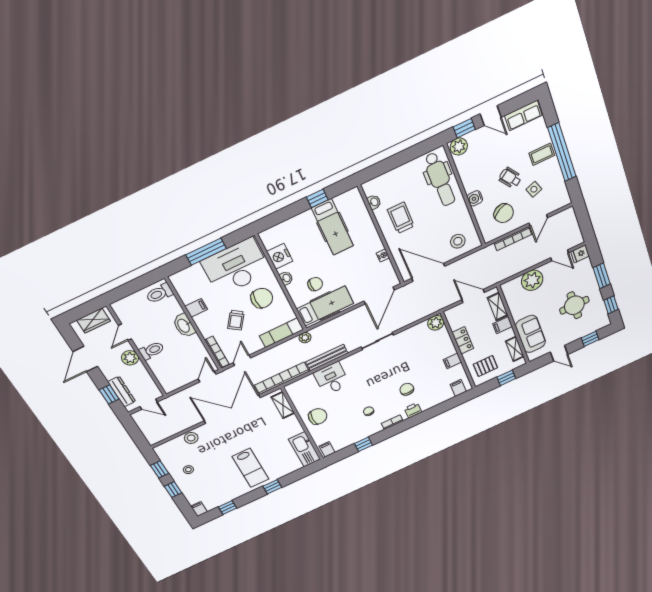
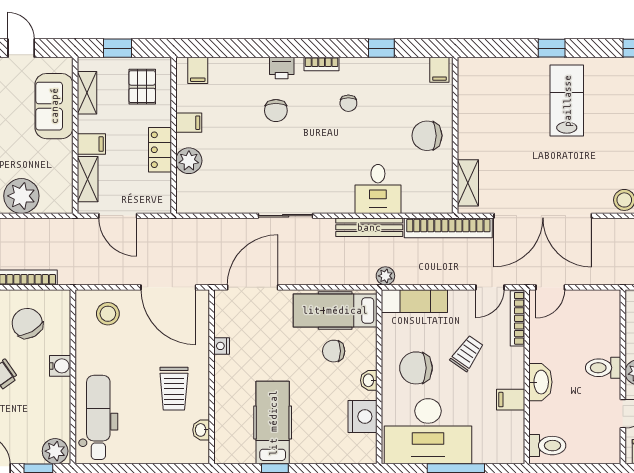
plant: (436, 323) -> (189, 161), moved
pallet: (485, 366) -> (142, 87), turned 90
kitchen sink: (304, 449) -> (473, 89), removed

